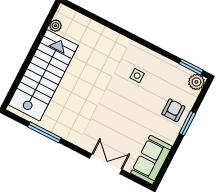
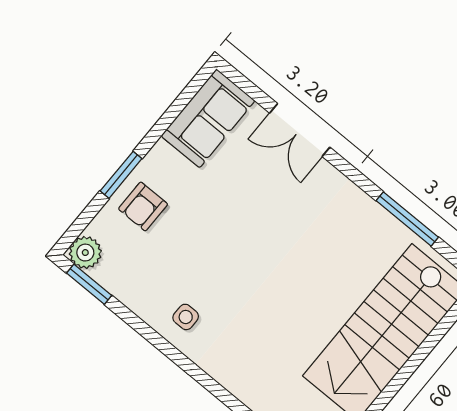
side table: (137, 76) -> (186, 317), moved

